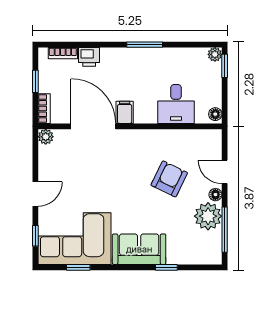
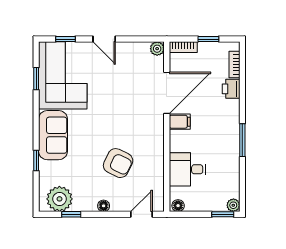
door: (225, 172) -> (141, 214), moved
plant: (208, 216) -> (59, 199), moved
window: (225, 230) -> (71, 214), width x0.46

